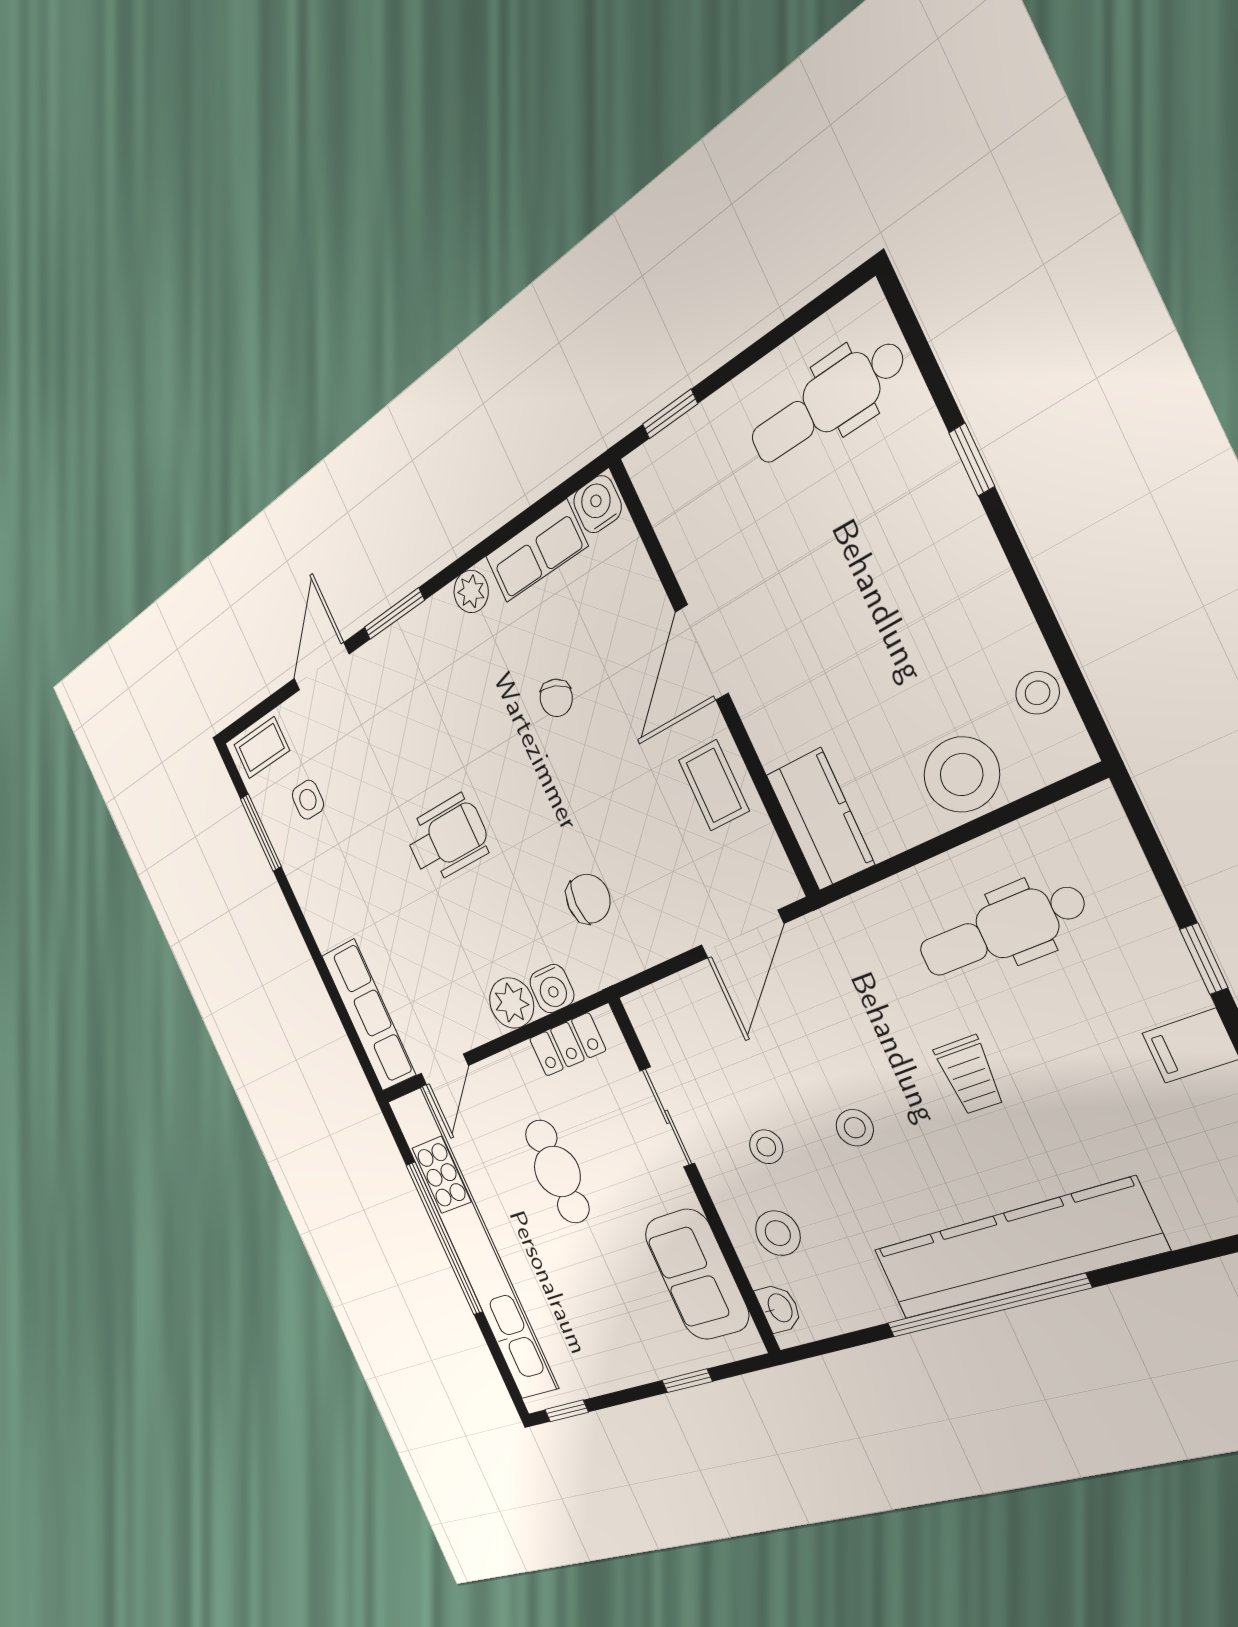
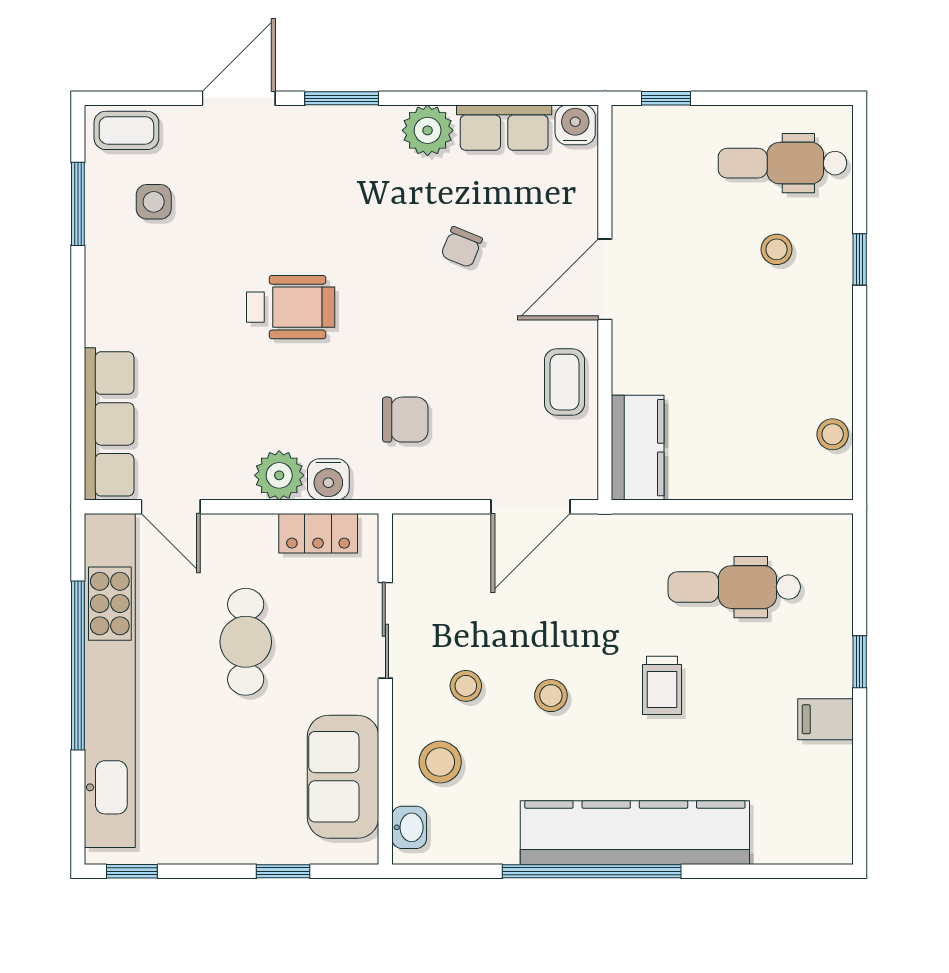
plant: (471, 591) -> (428, 130), width x1.38, depth x1.38
stool: (962, 775) -> (777, 249), moved, width x0.53, depth x0.53
door: (445, 1069) -> (171, 507), hinge flipped

